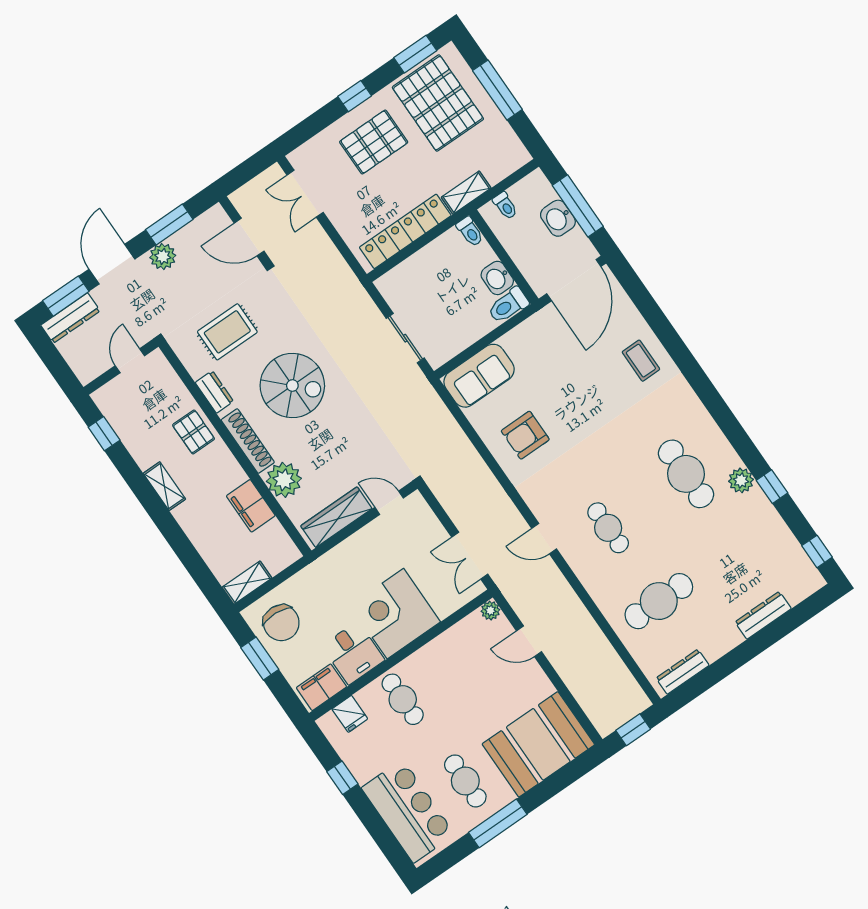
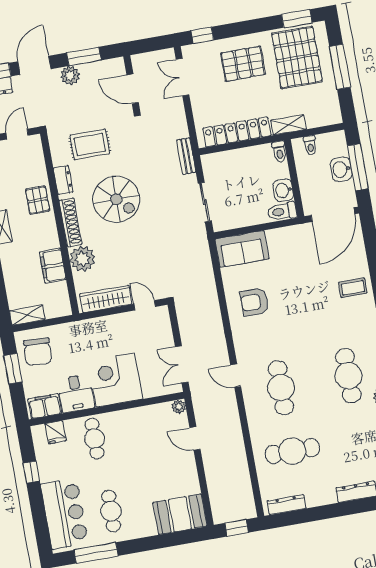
window: (355, 96) -> (202, 35), moved
bench: (355, 291) -> (186, 156), added
coffee table: (641, 361) -> (353, 288), turned 90
cafe table: (608, 528) -> (281, 388), width x1.37, depth x1.35
booth: (538, 744) -> (180, 514), width x0.73, depth x0.70
window: (498, 823) -> (96, 553), moved

